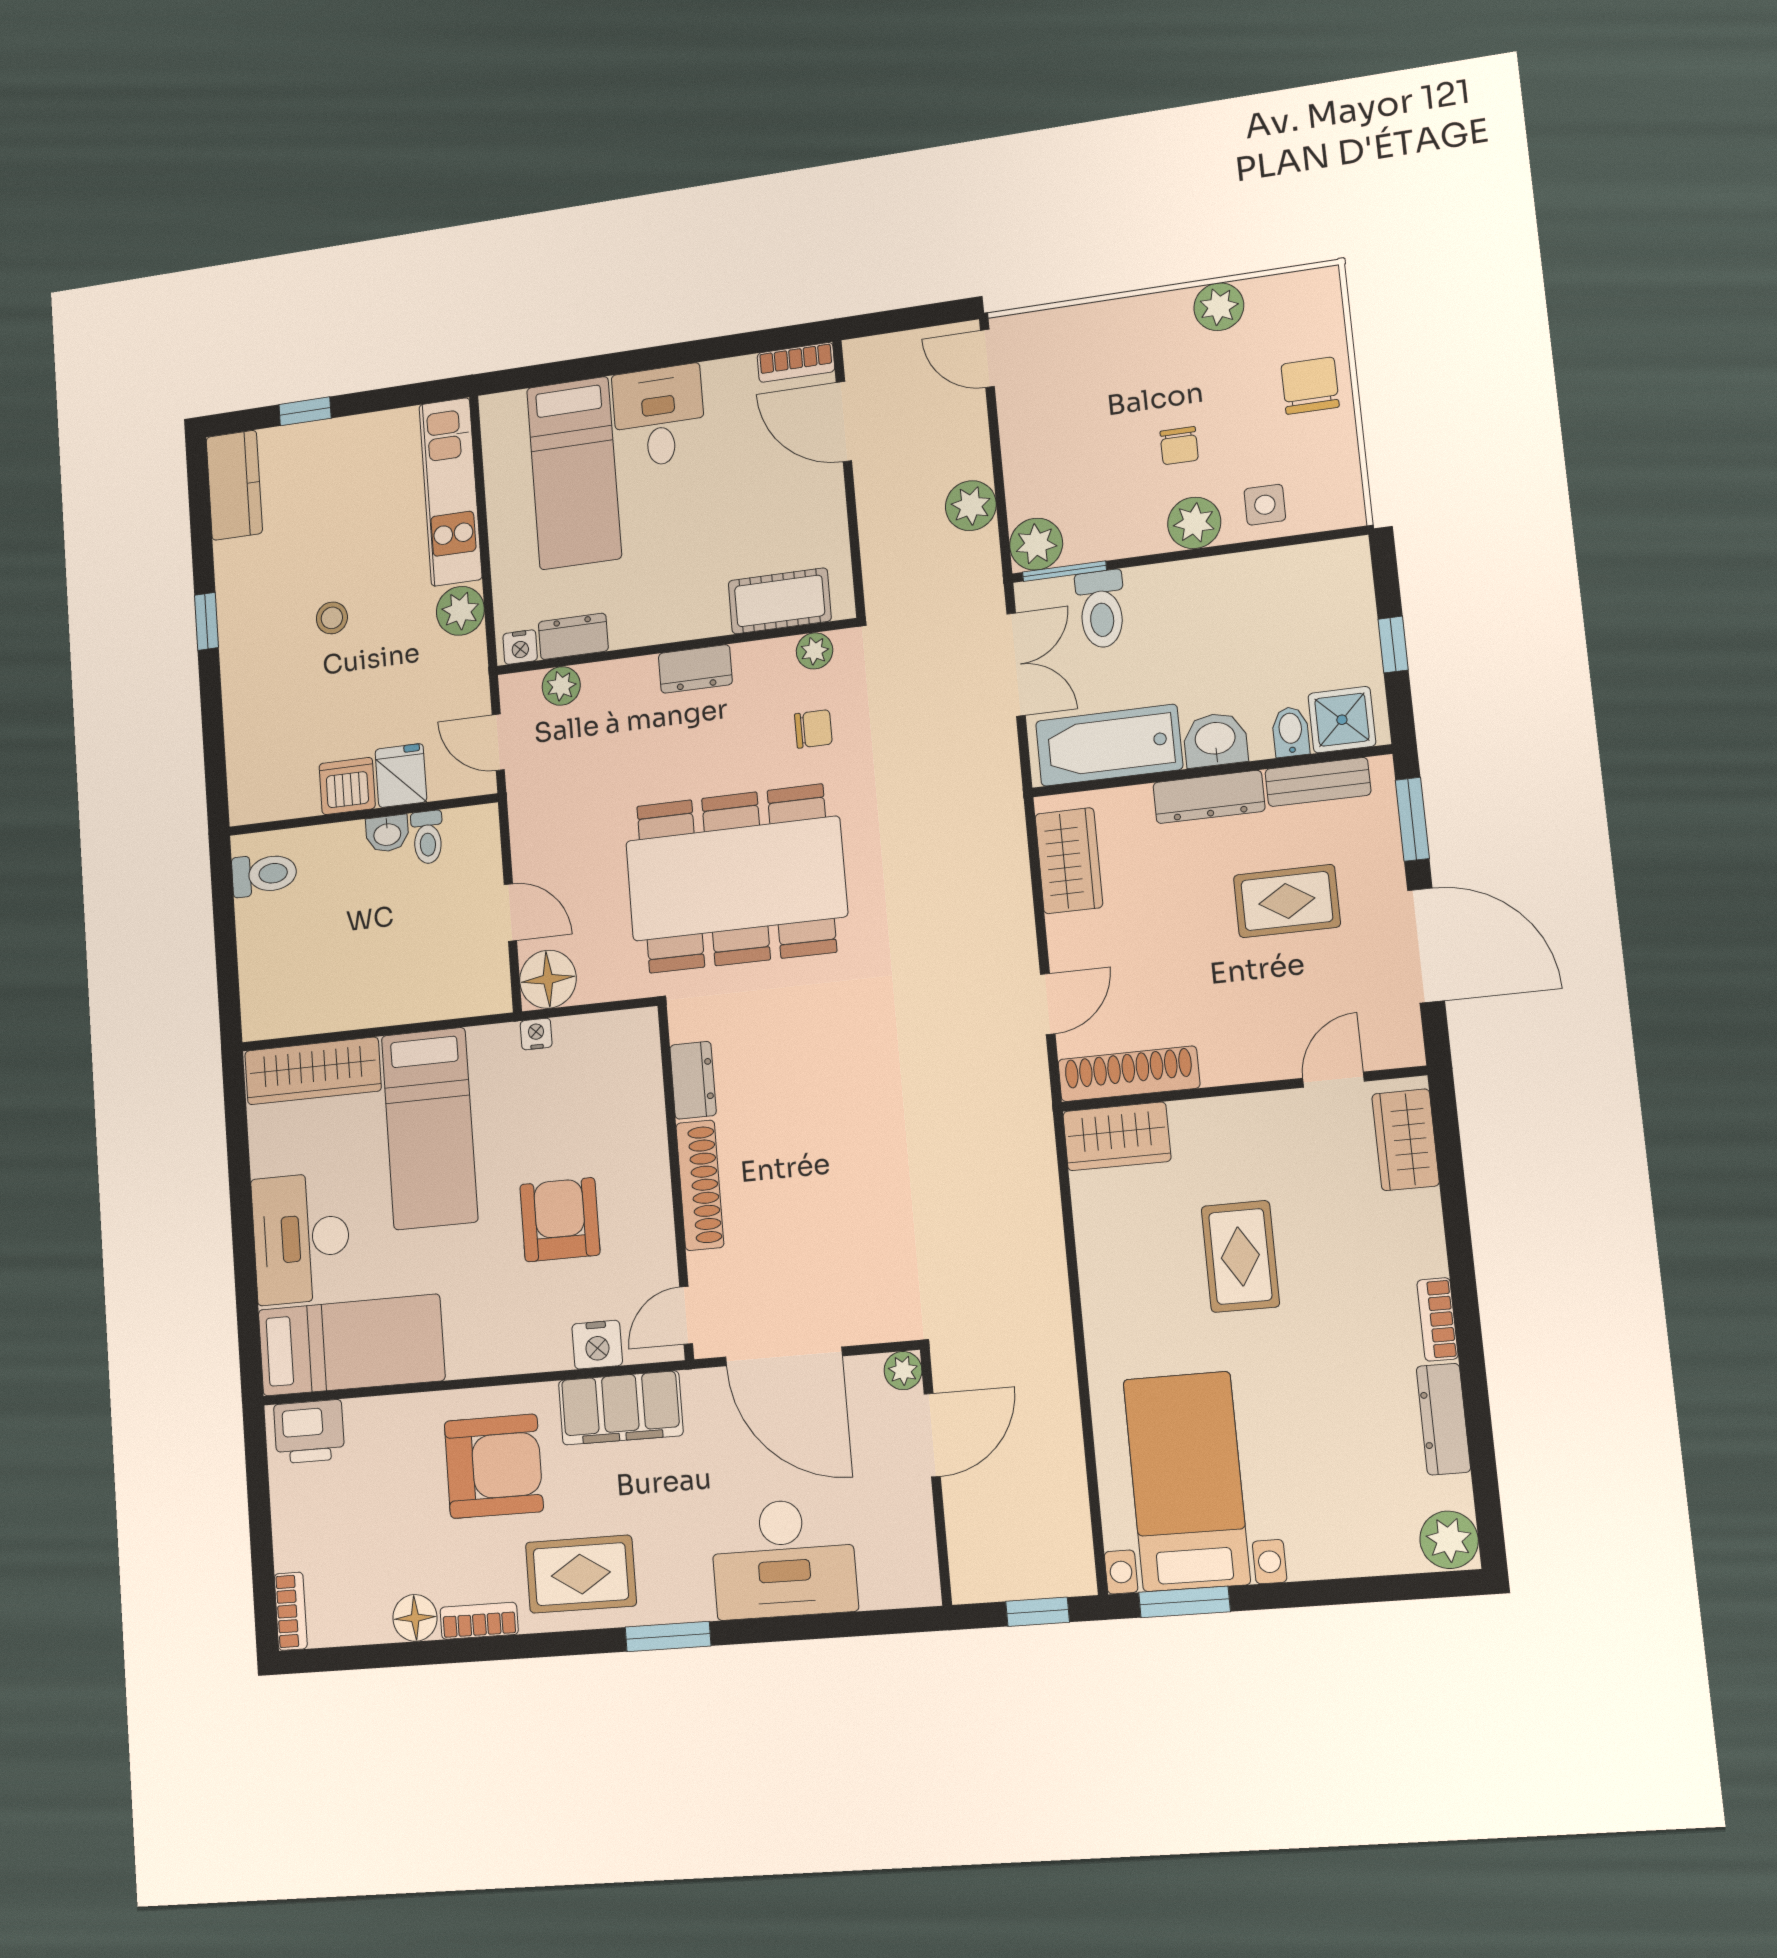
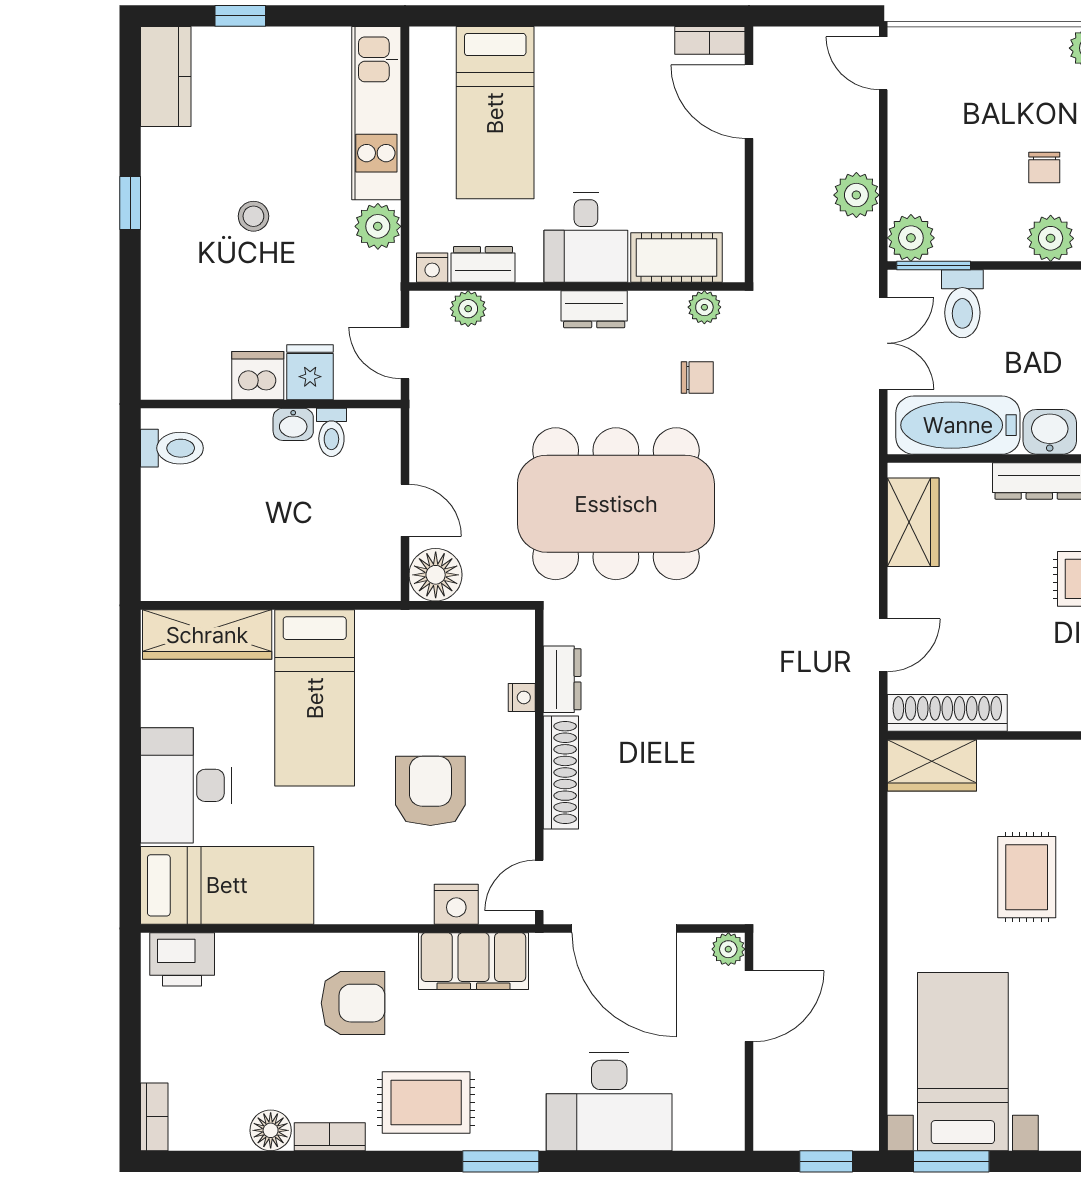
desk: (659, 416) -> (586, 237), moved, turned 180
nightstand: (536, 1034) -> (522, 697), moved, turned 90
armchair: (494, 1466) -> (353, 1003), width x0.73, depth x0.73

